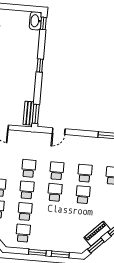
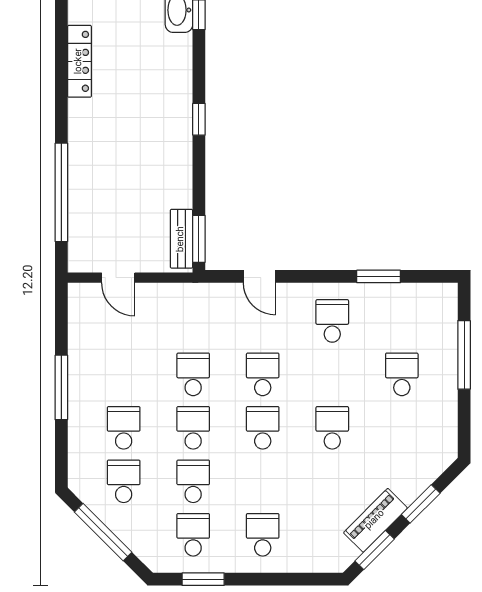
door: (59, 131) -> (259, 276), hinge flipped
school desk: (85, 173) -> (332, 321), moved
school desk: (51, 236) -> (263, 535), added
window: (37, 252) -> (203, 579), moved
window: (60, 254) -> (289, 579), removed

